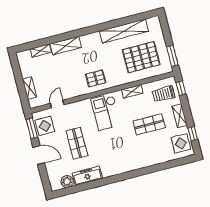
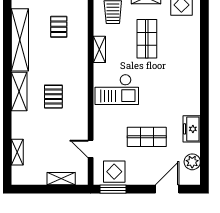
shelving: (66, 46) -> (19, 92), moved
pallet: (141, 57) -> (59, 27), width x0.49, depth x0.50
pallet: (96, 78) -> (53, 97), moved
door: (39, 155) -> (167, 189), moved
freezer: (87, 176) -> (192, 129), width x0.71

